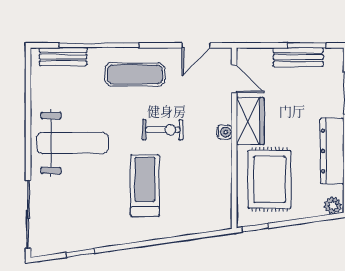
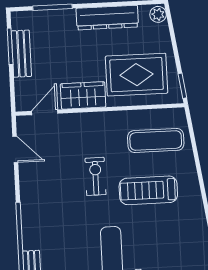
exercise mat: (135, 74) -> (156, 140), moved, turned 90
water cooler: (225, 132) -> (95, 119), removed

